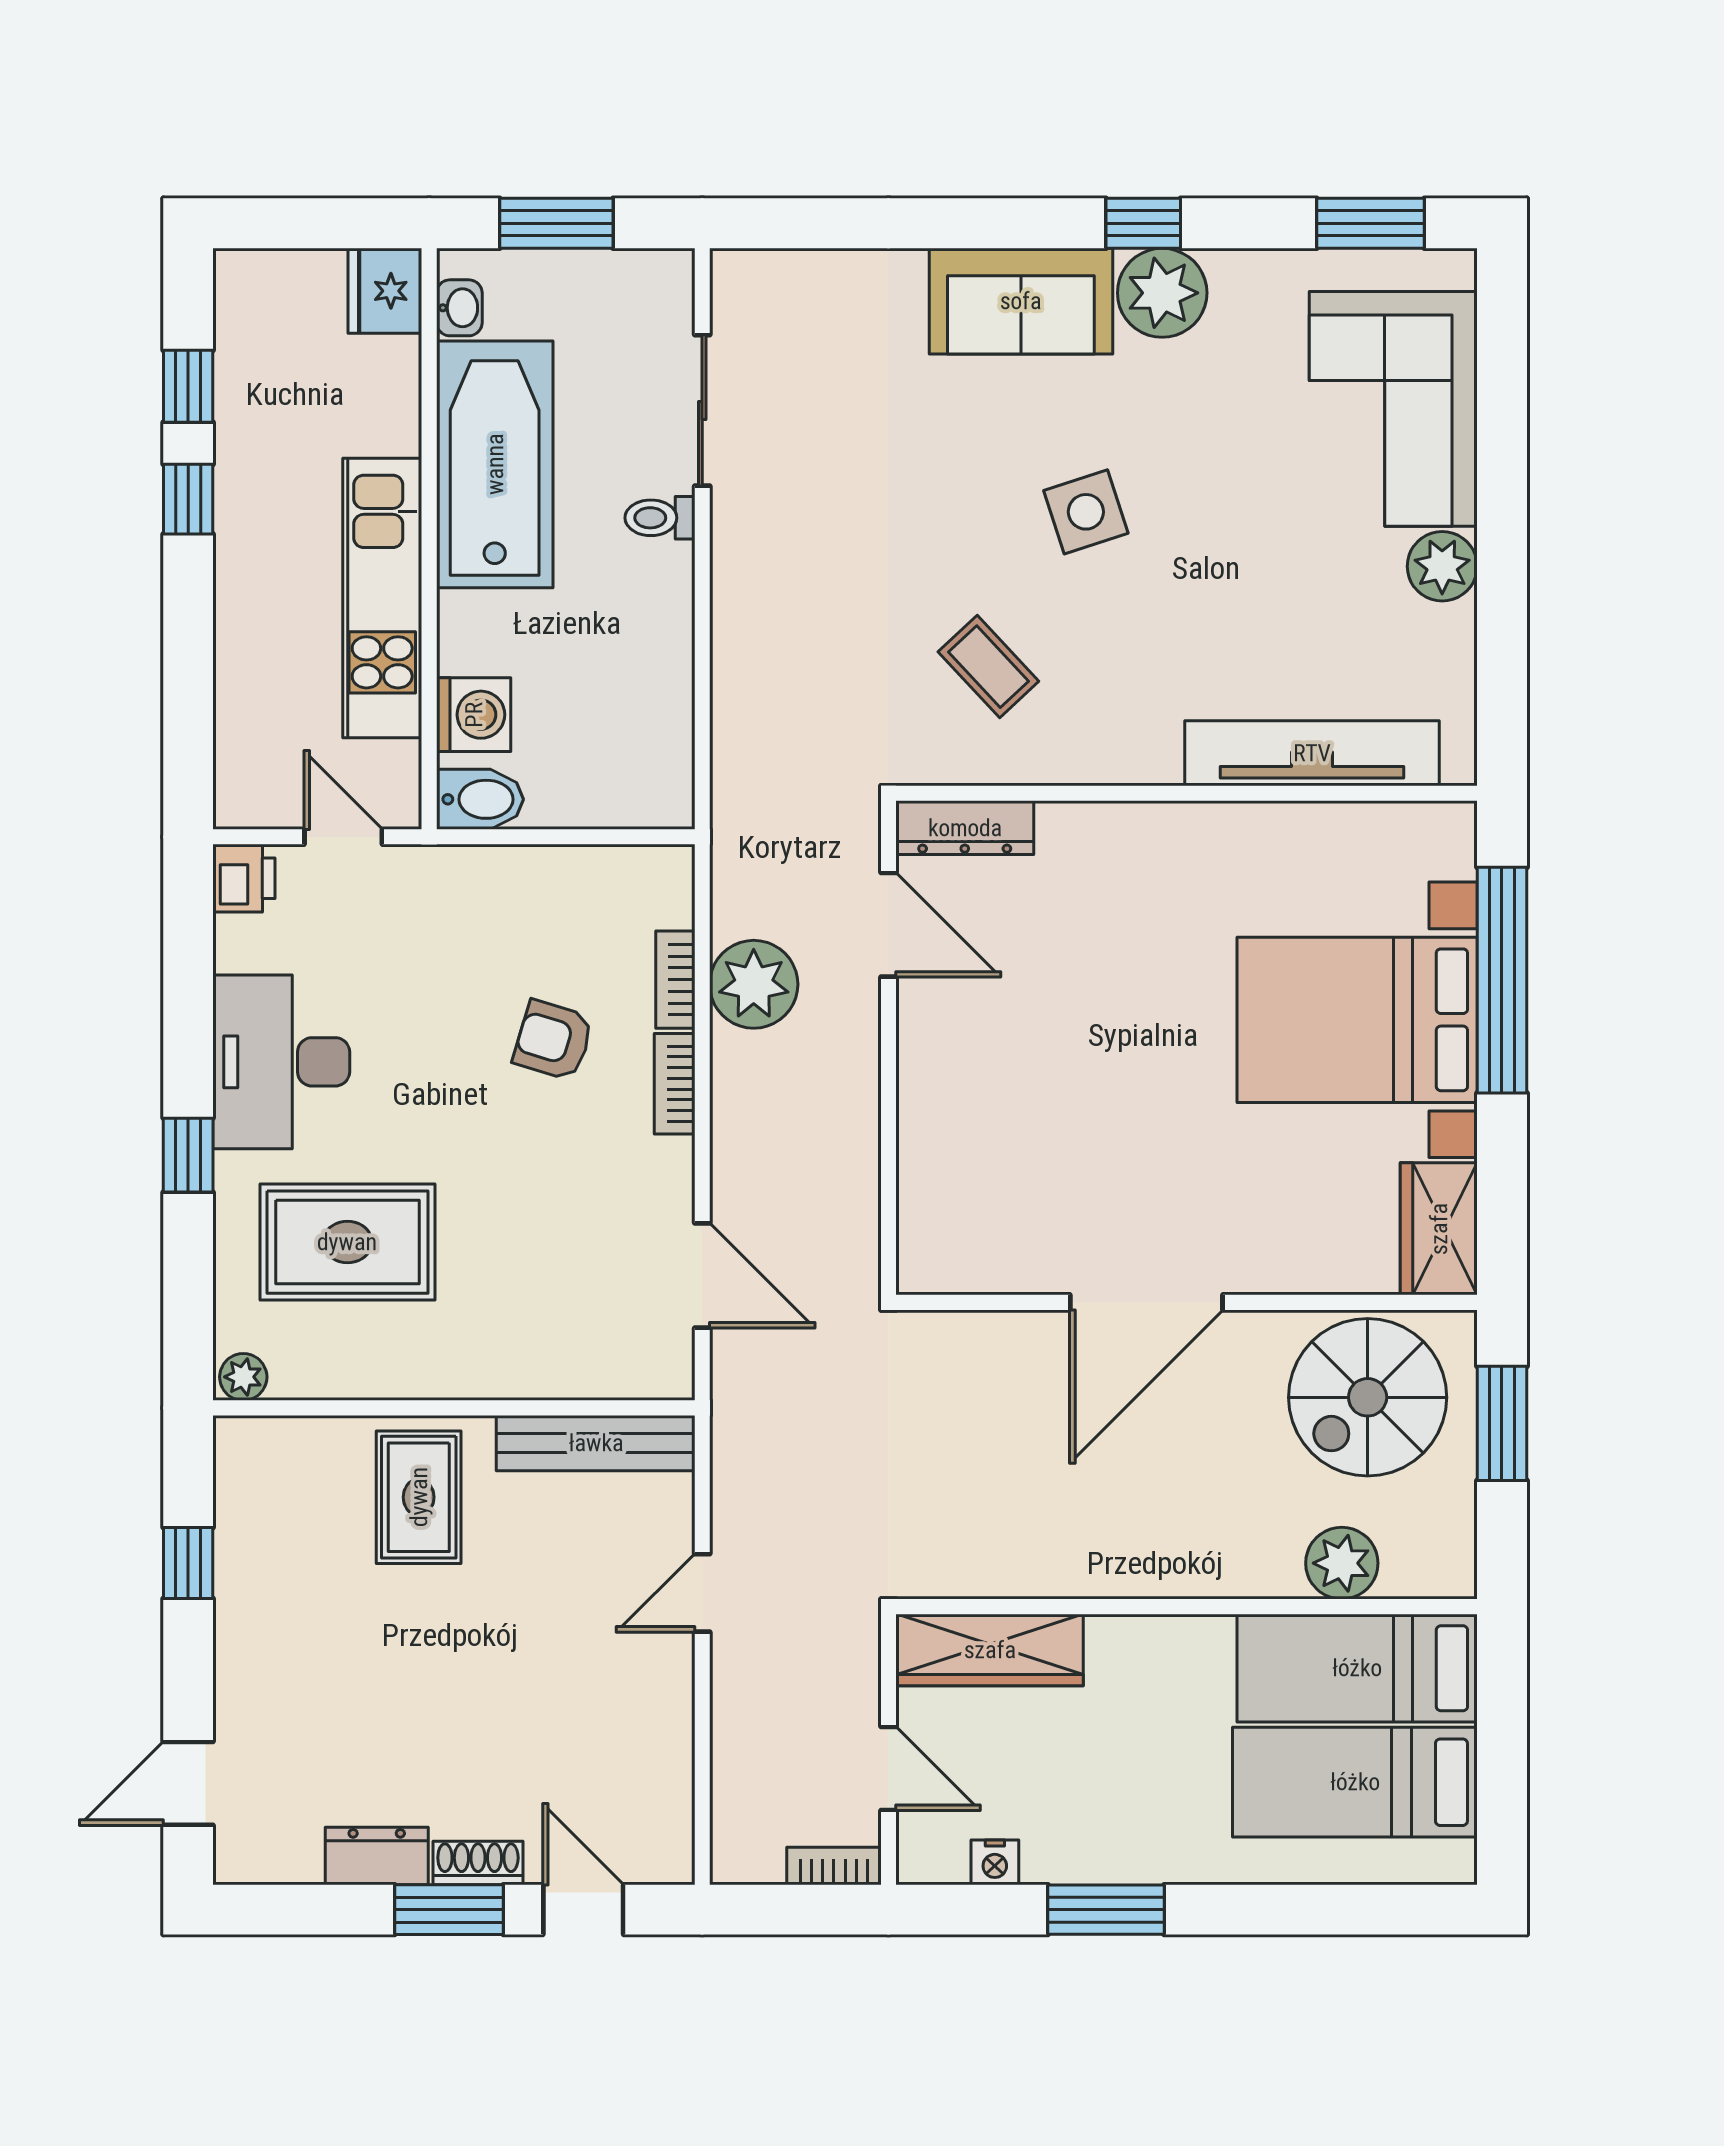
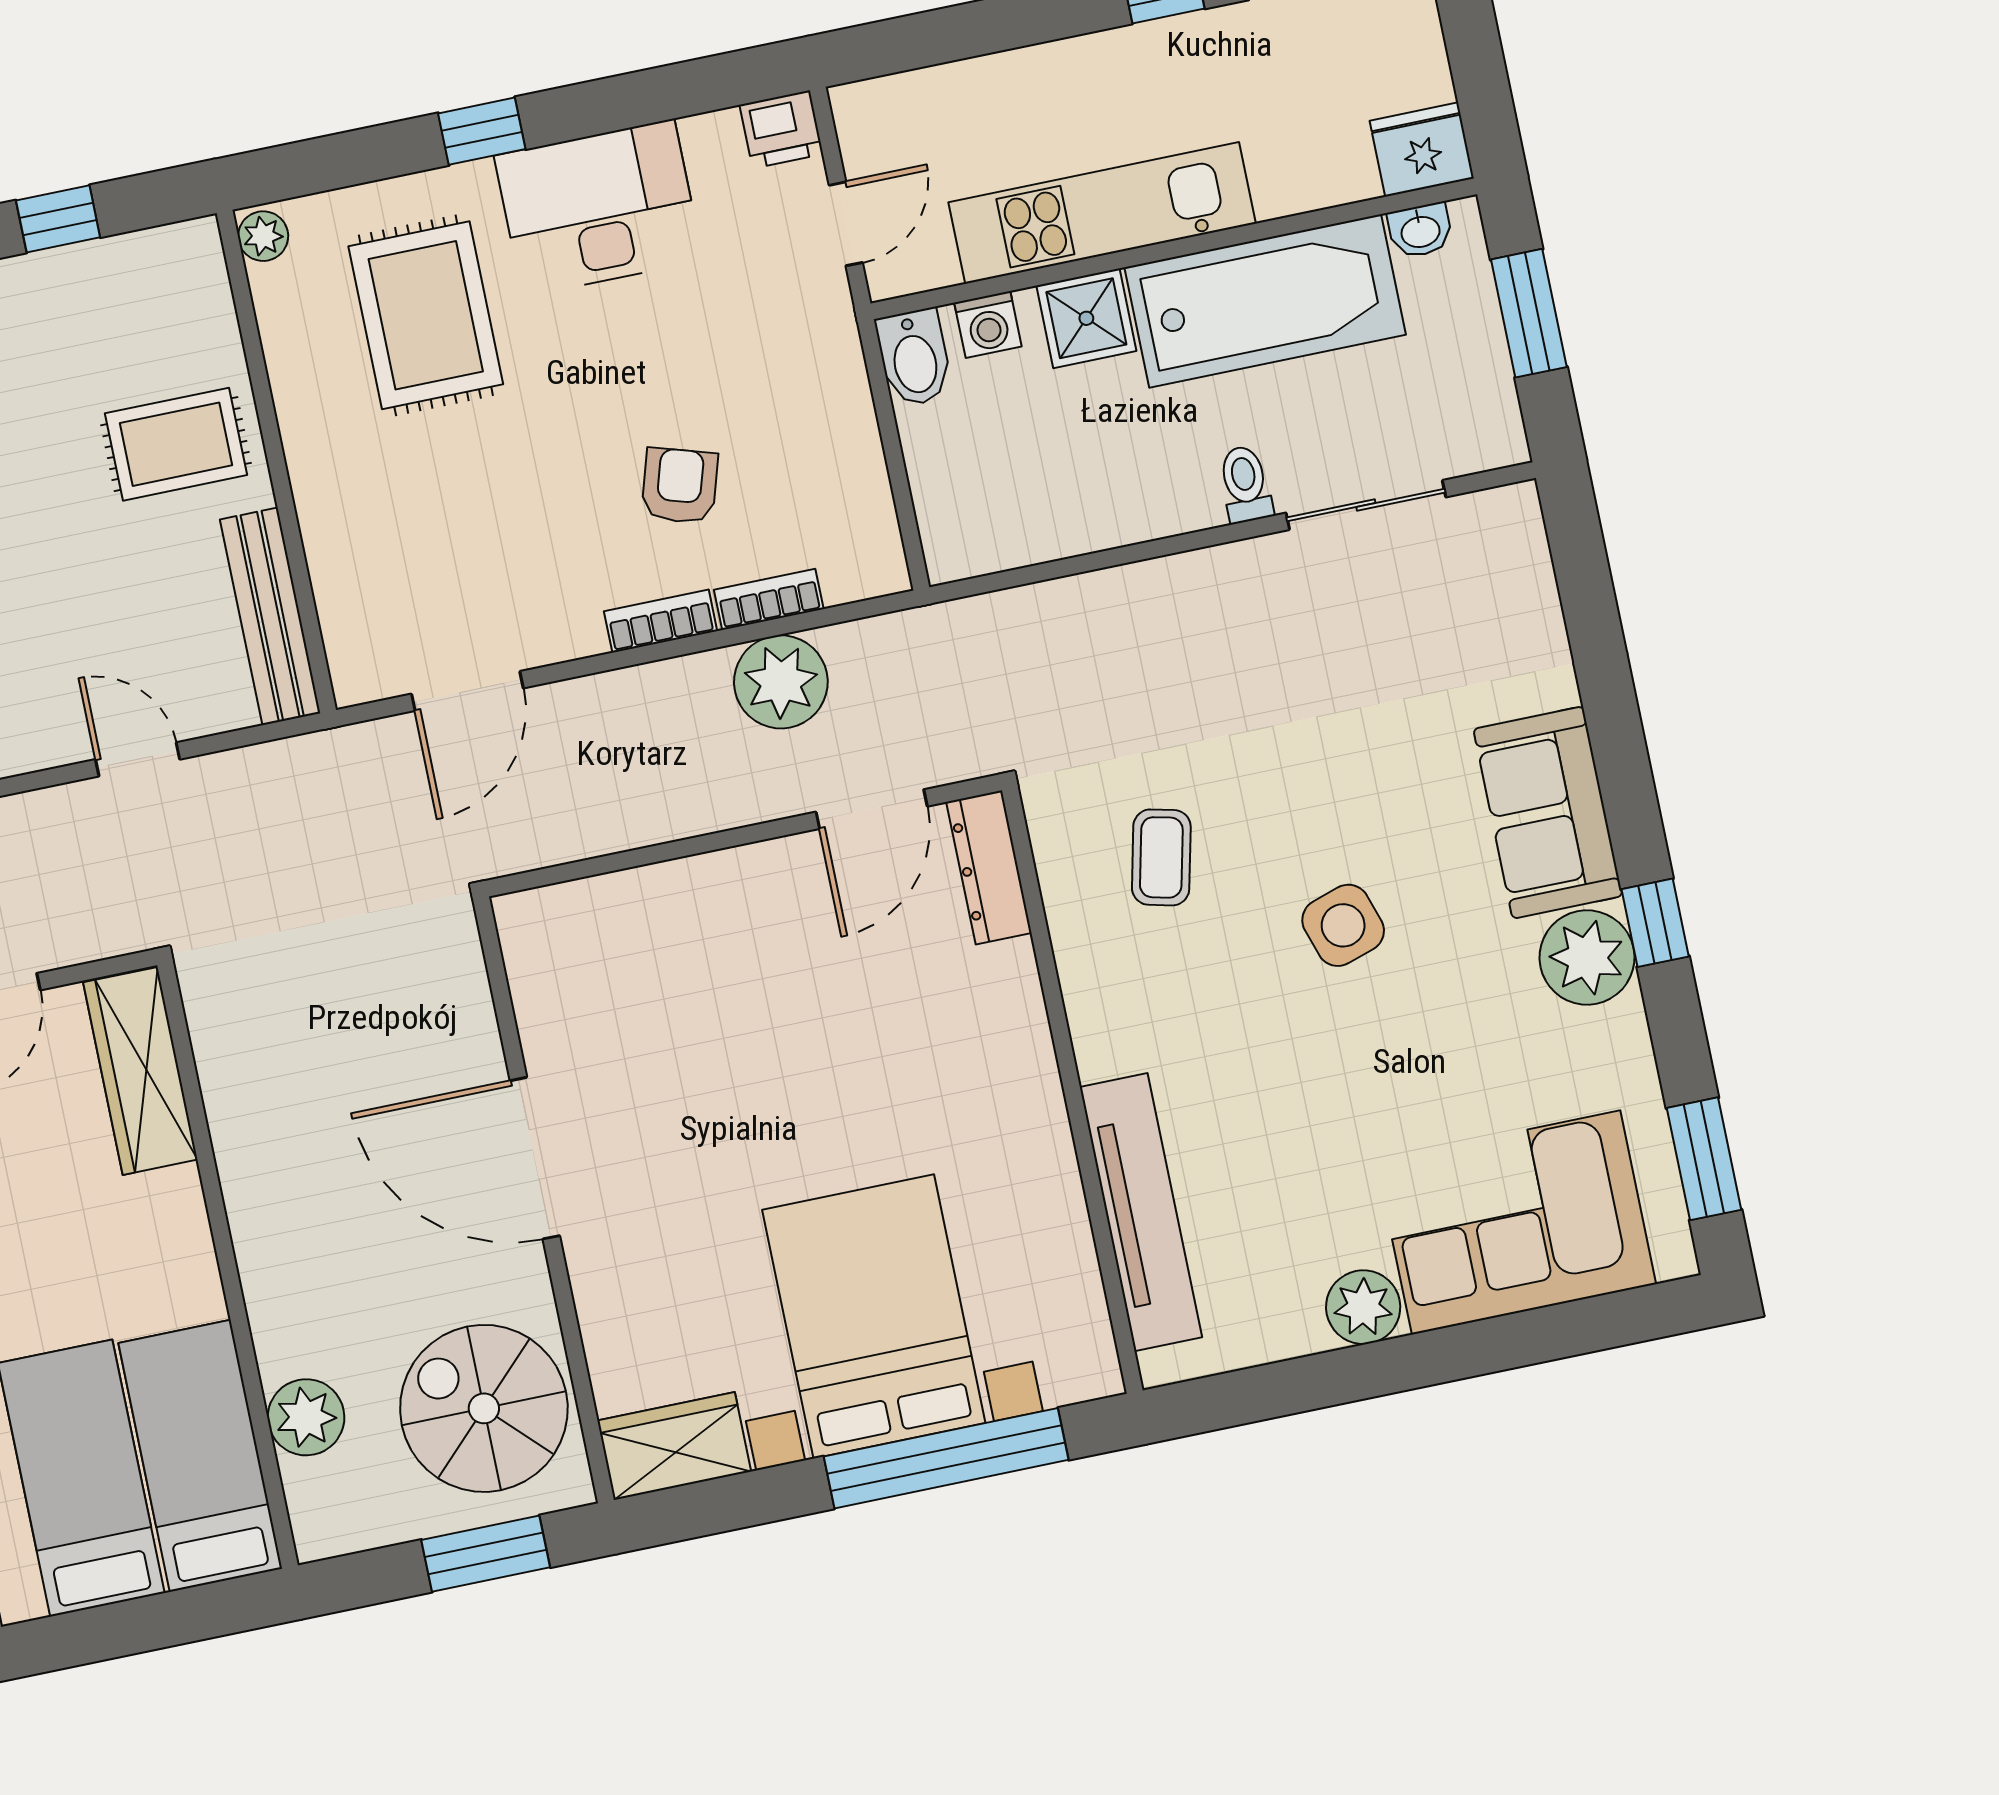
shower: (476, 633) -> (1086, 318), added
coffee table: (988, 667) -> (1161, 857), turned -34
washing machine: (474, 715) -> (988, 324), width x0.73, depth x0.73

